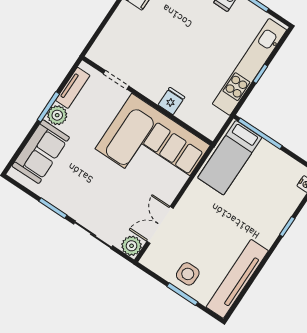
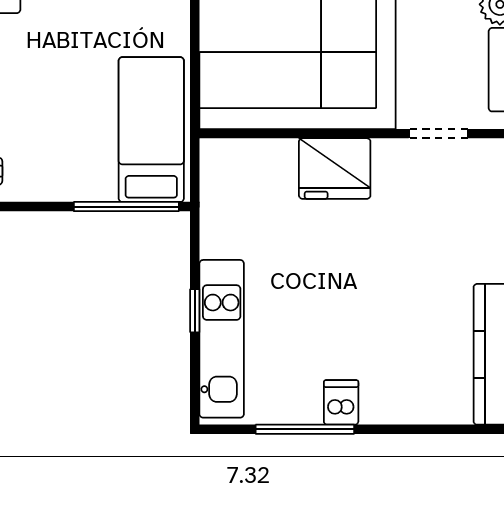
kitchen unit: (250, 67) -> (222, 339), width x0.73
fridge: (171, 101) -> (335, 169), width x1.88, depth x1.34

